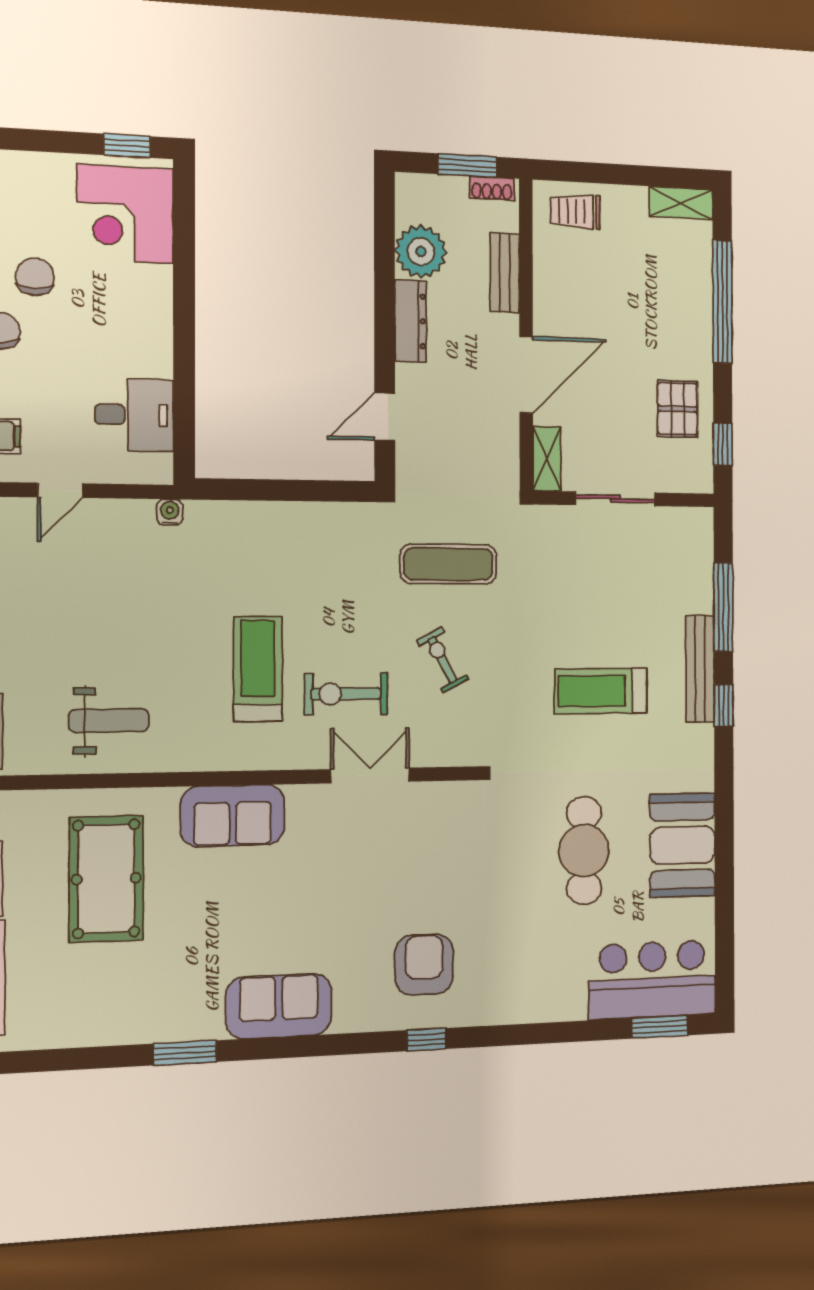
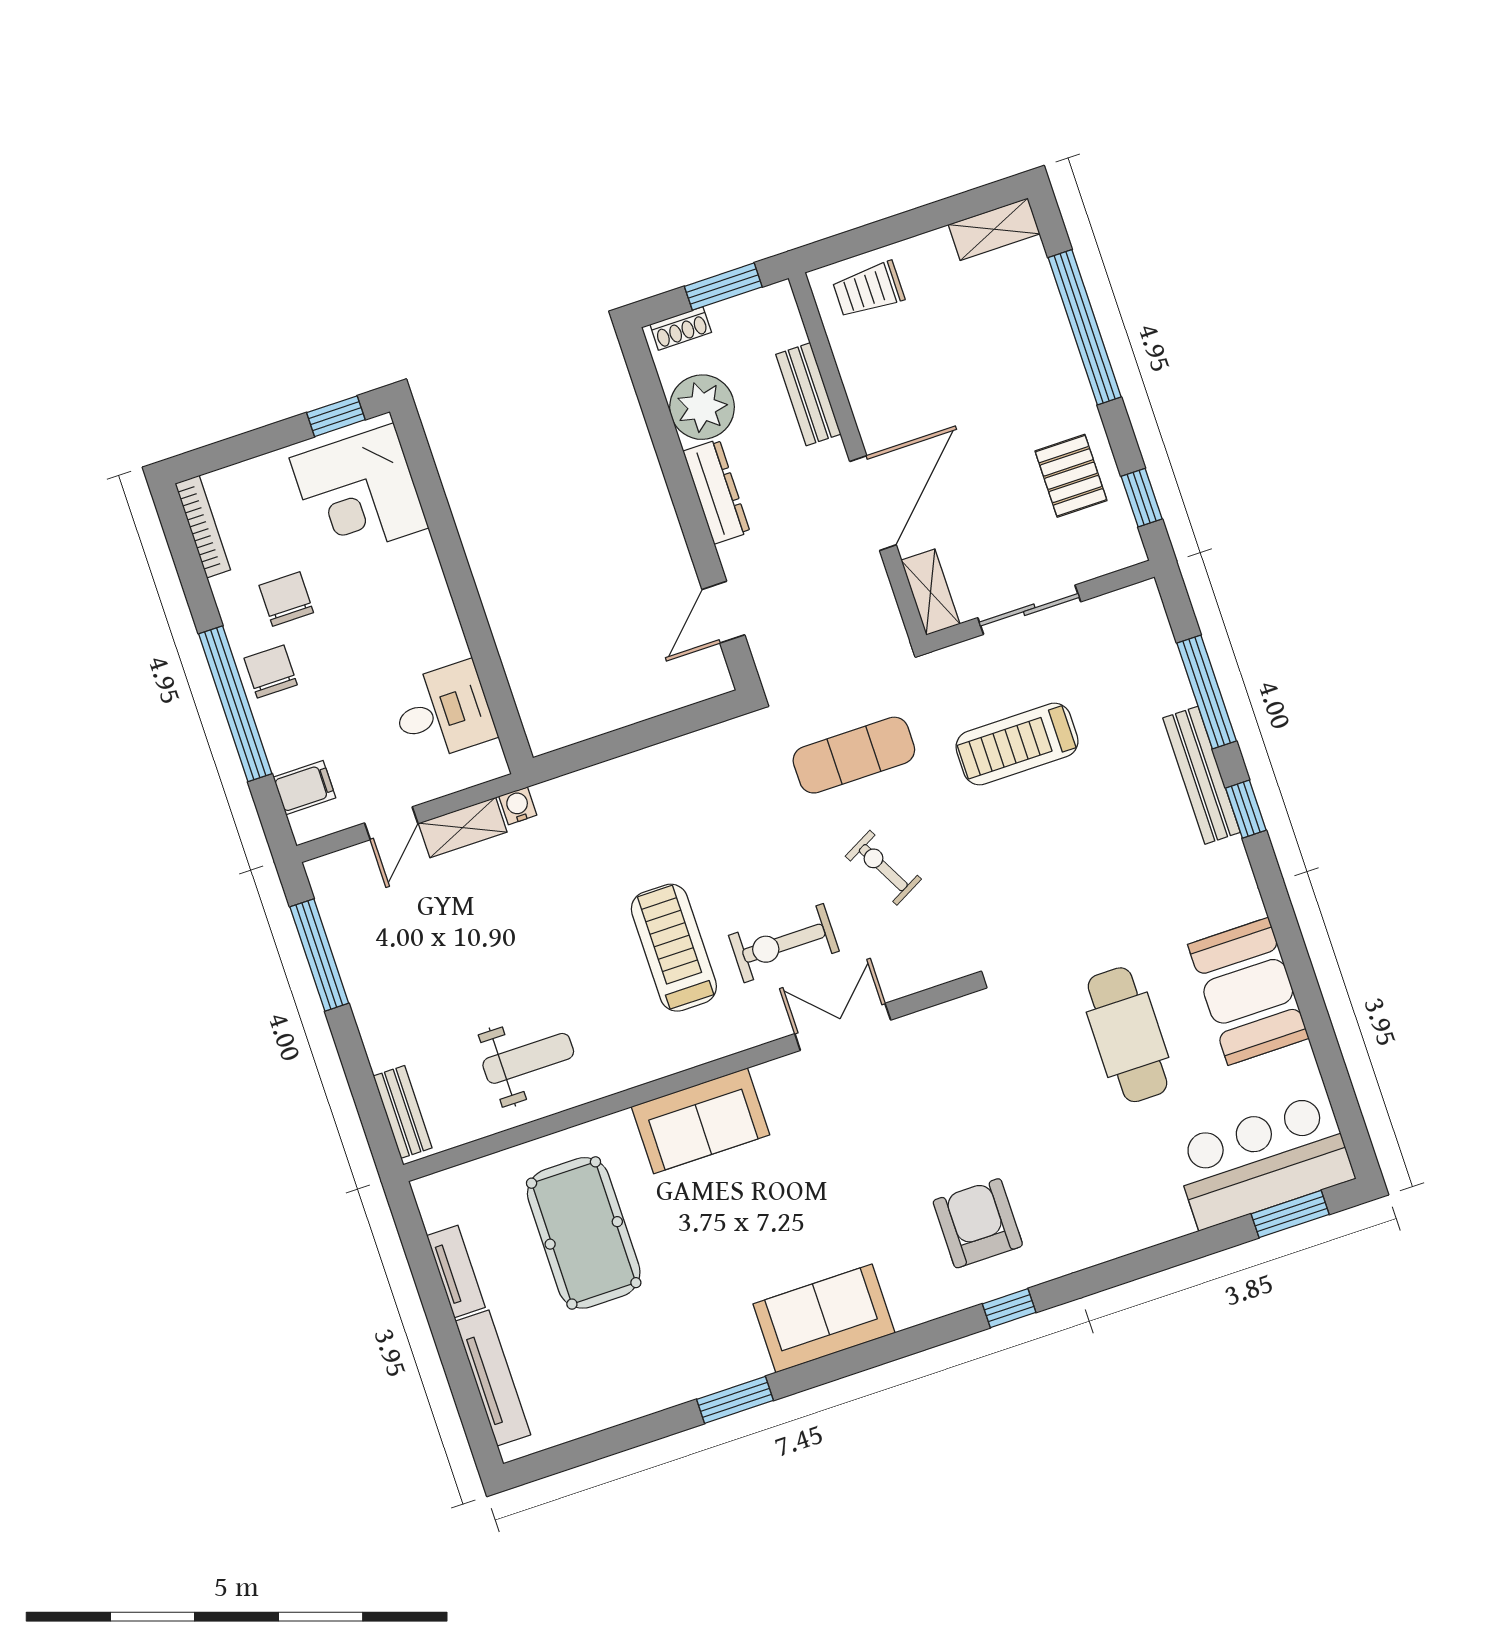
shoe rack: (492, 188) -> (681, 328), moved
shelving: (118, 514) -> (463, 828), added
treadmill: (601, 691) -> (1017, 744), moved

